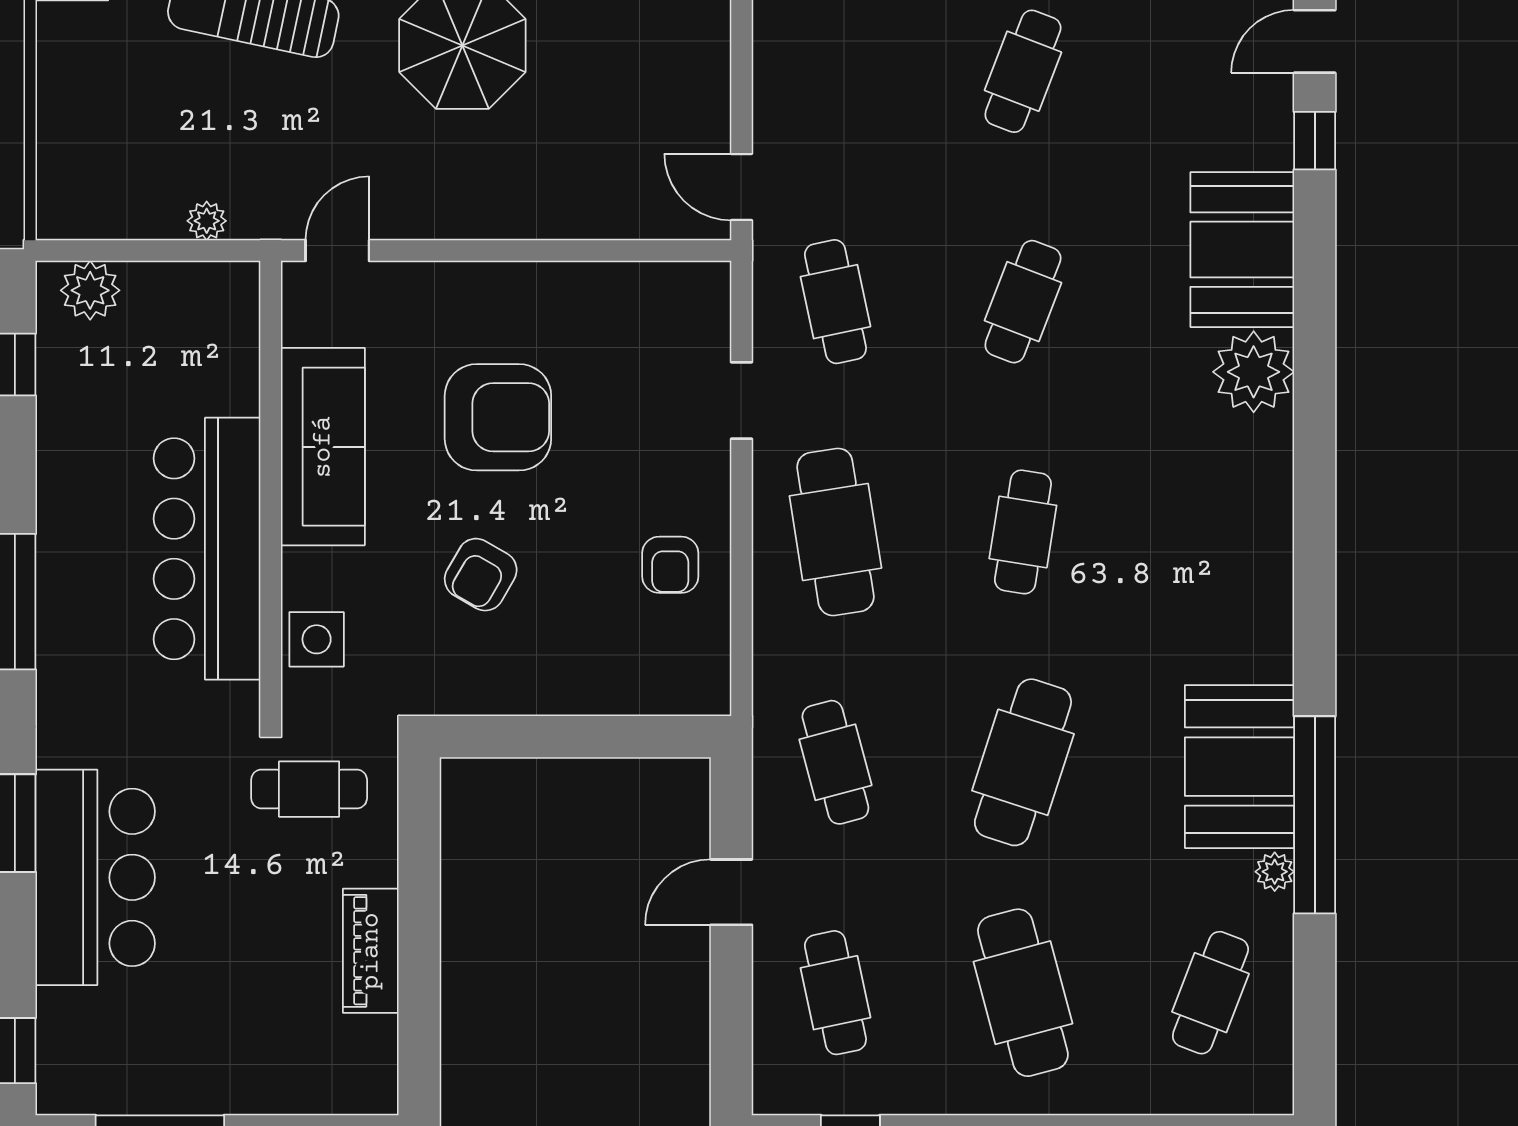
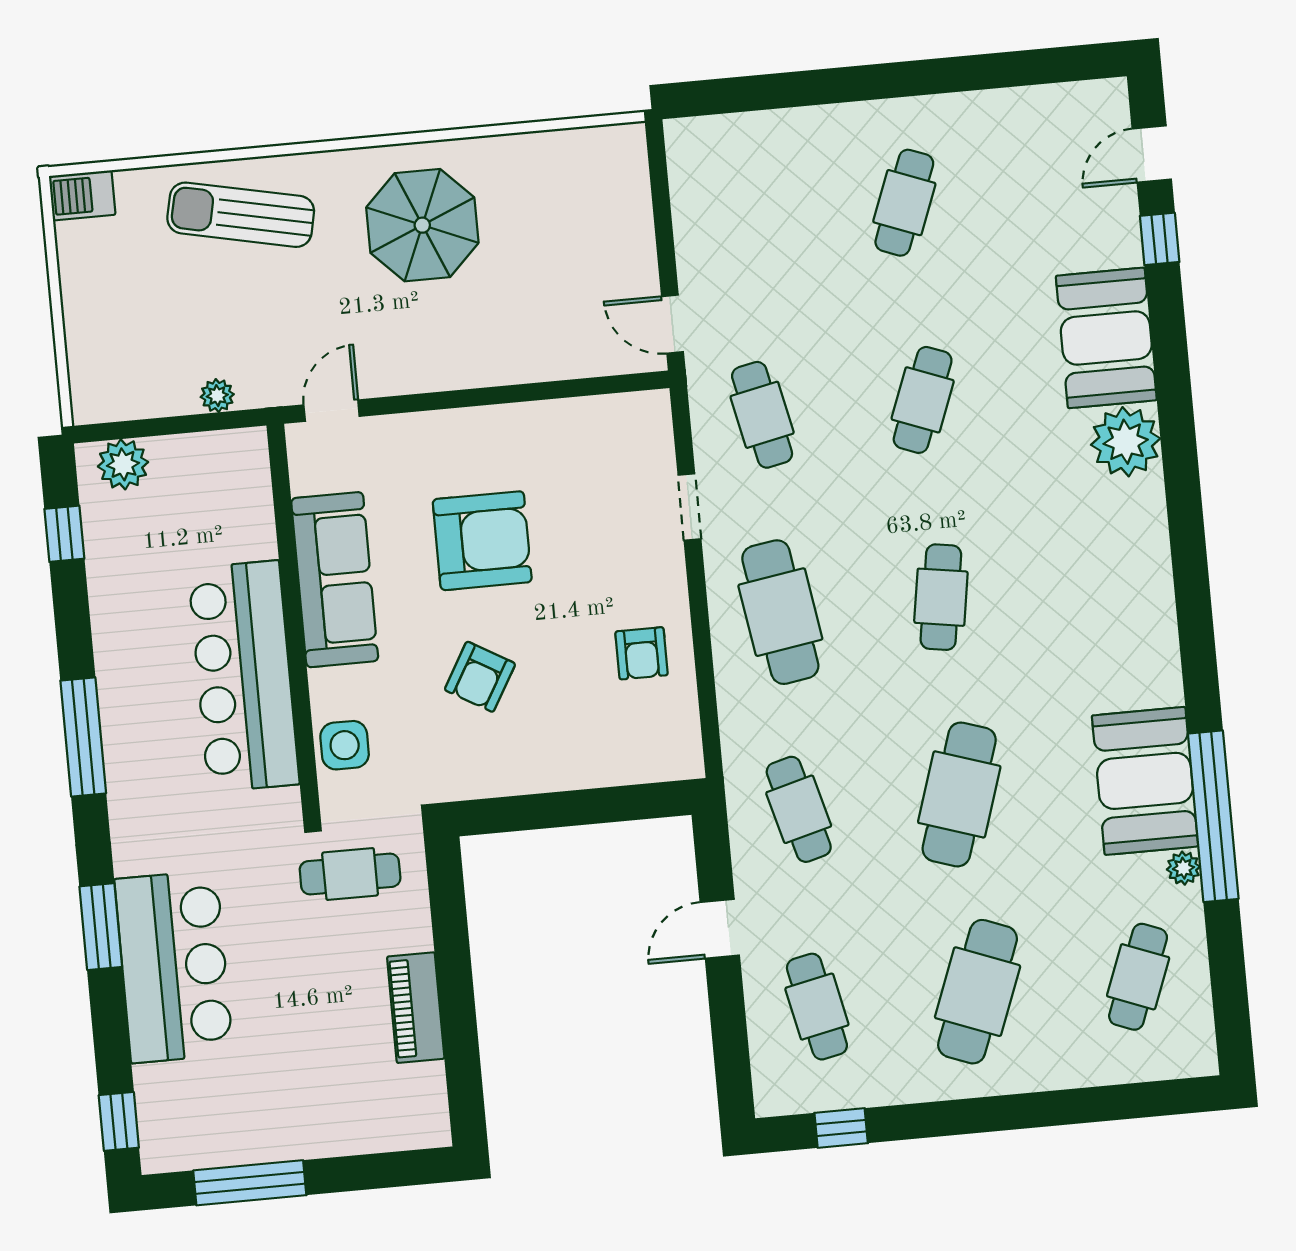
cafe table: (1023, 993) -> (978, 992), turned 36

